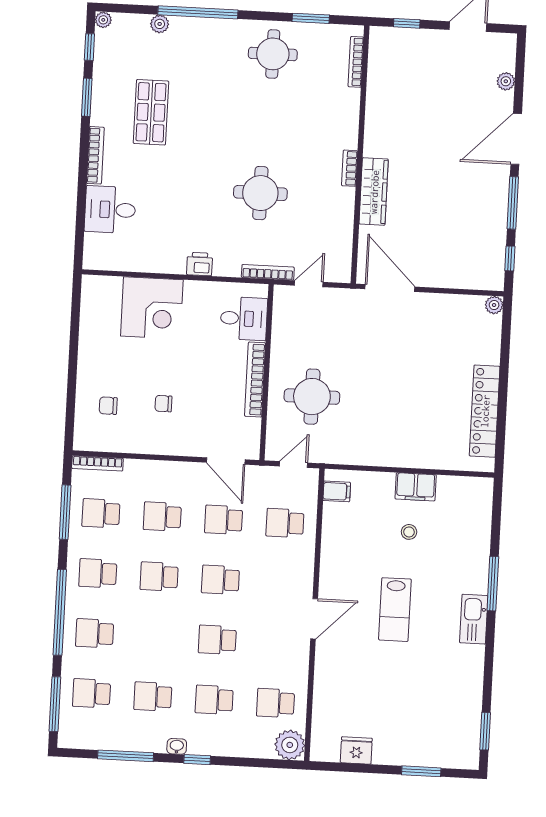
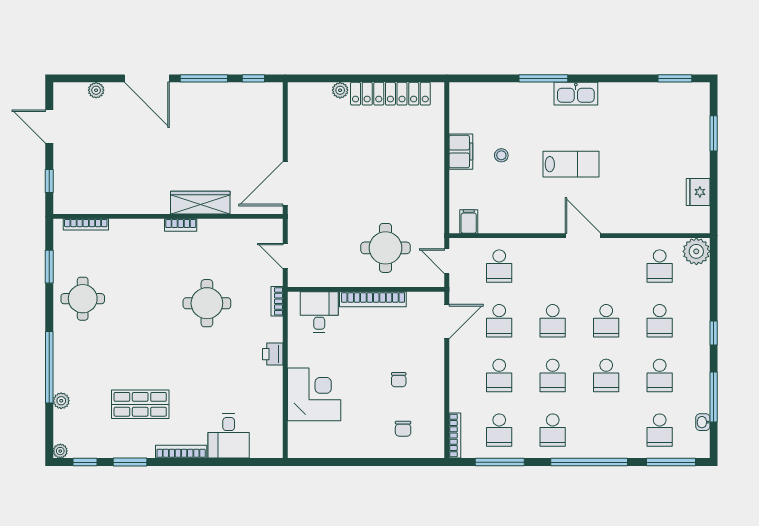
bookcase: (268, 272) -> (277, 301), width x0.64
plant: (494, 305) -> (340, 90), moved
school desk: (95, 633) -> (606, 375), moved
washbasin: (177, 746) -> (703, 422), moved

